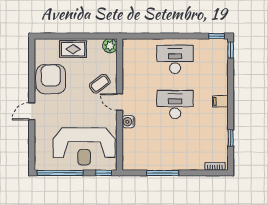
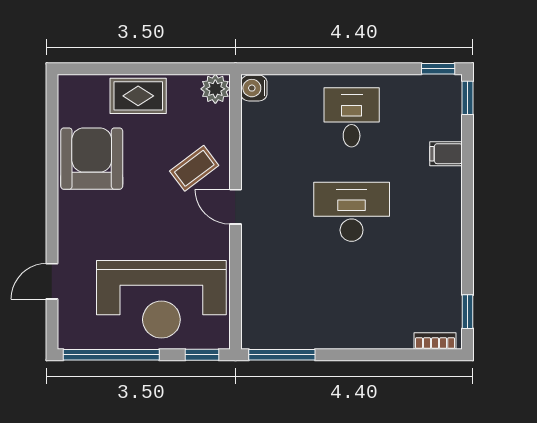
desk: (175, 59) -> (352, 117), width x0.73
filing cabinet: (220, 101) -> (446, 154), moved
door: (32, 111) -> (52, 281), moved
water cooler: (128, 122) -> (254, 88), moved
window: (231, 138) -> (468, 312), moved
window: (163, 173) -> (282, 355), moved

